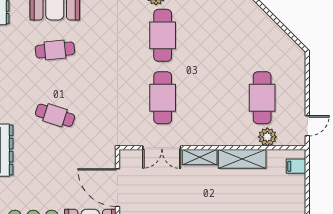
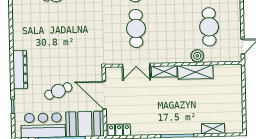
cafe table: (55, 115) -> (58, 91), moved, turned -39
plant: (267, 137) -> (197, 56), moved
filing cabinet: (296, 166) -> (235, 77), removed

